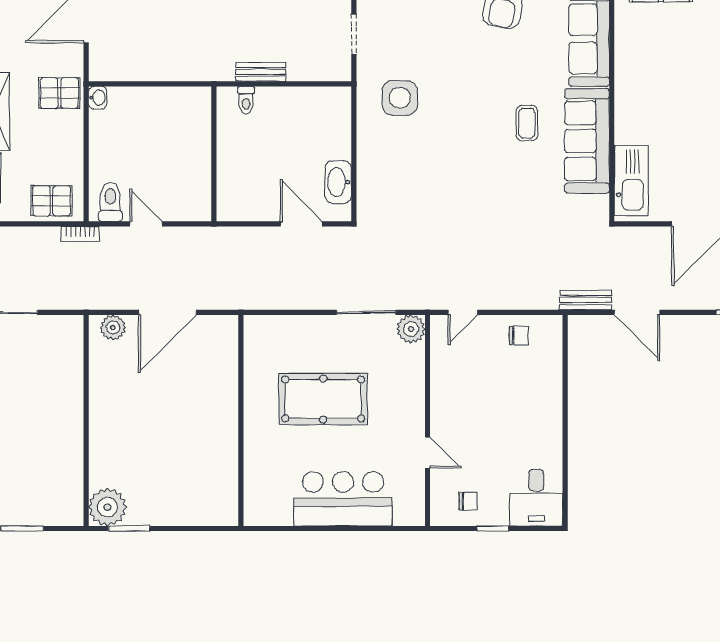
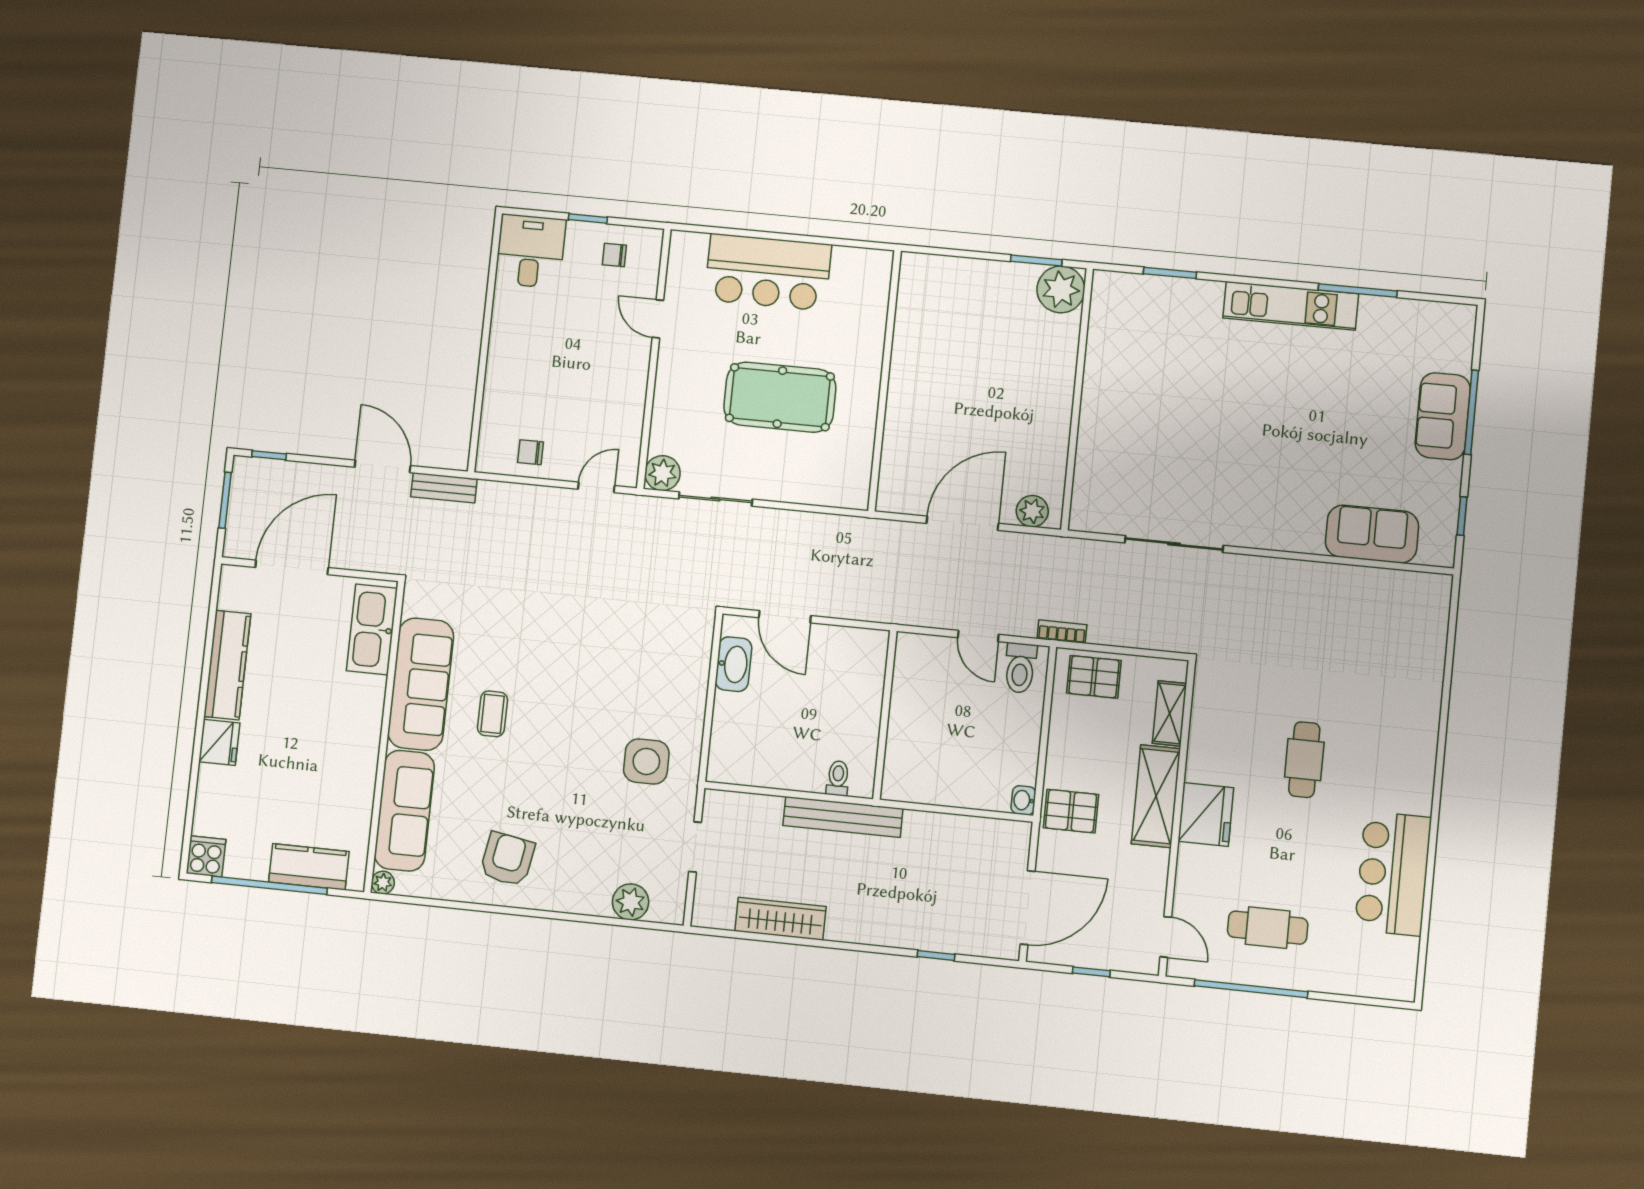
bench: (261, 72) -> (843, 817), width x1.86, depth x1.21

